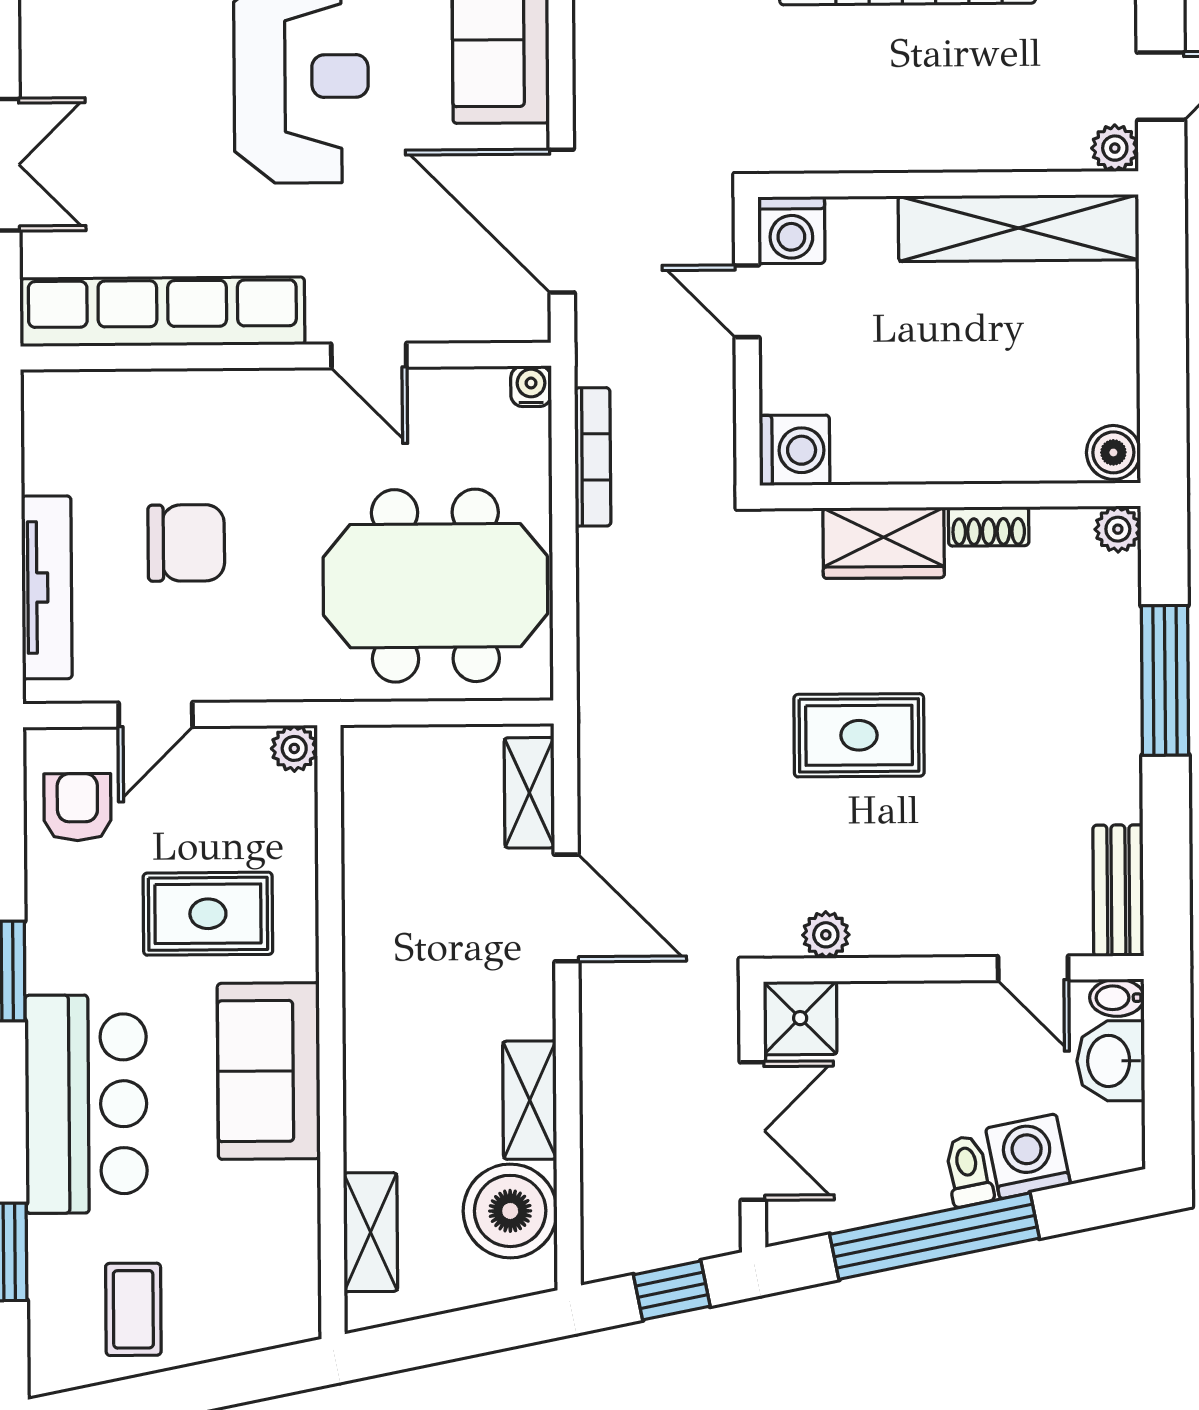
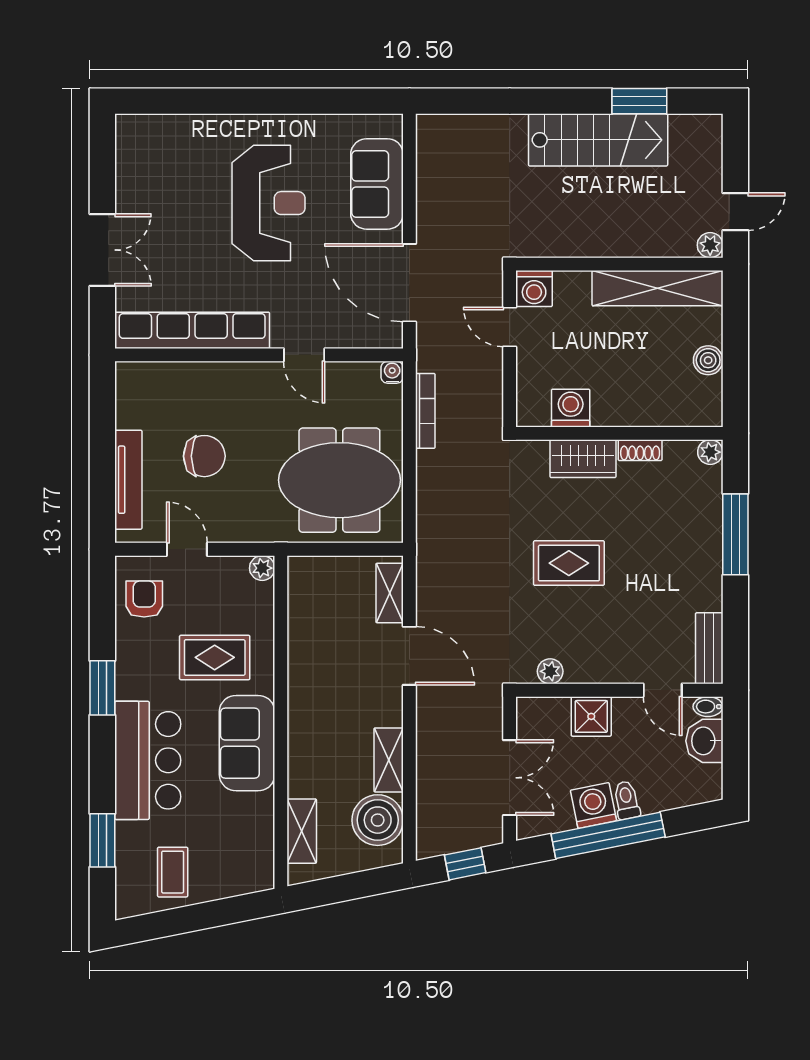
washing machine: (795, 450) -> (571, 408), moved, turned -90
boiler: (1113, 452) -> (708, 360), moved
door: (156, 715) -> (187, 549), swing flipped
shower: (800, 1018) -> (591, 716), moved
washing machine: (1028, 1156) -> (593, 805), moved

